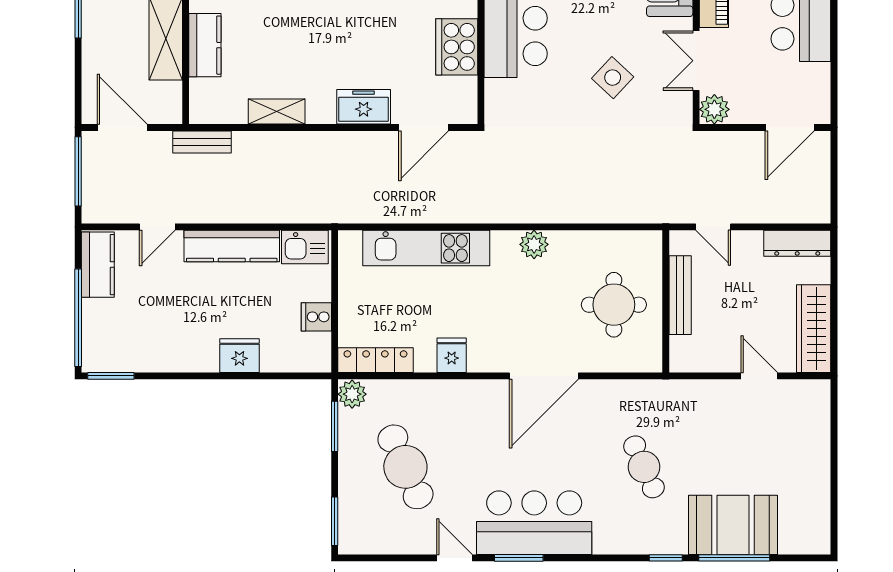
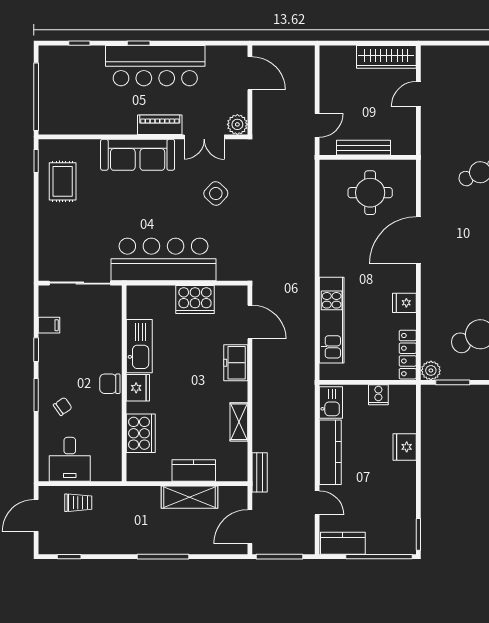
dresser: (797, 243) -> (328, 68), removed
plant: (534, 244) -> (329, 247), removed
door: (544, 376) -> (418, 240), swing flipped

